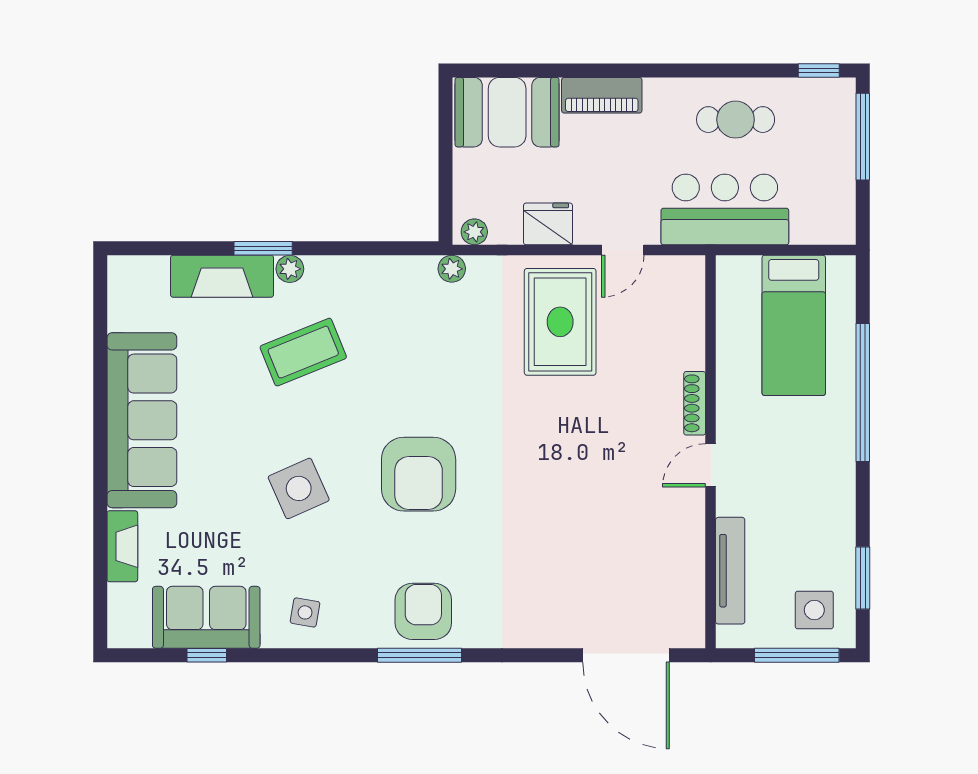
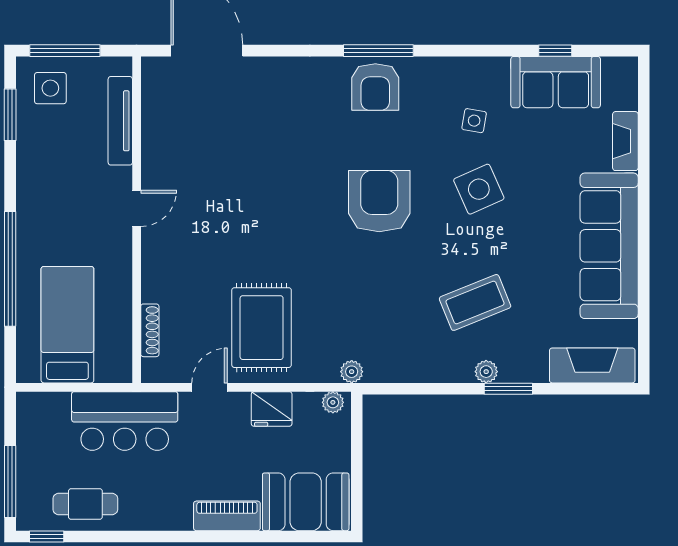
cafe table: (736, 120) -> (85, 504), moved
fireplace: (222, 276) -> (592, 365), moved
shoe rack: (695, 403) -> (150, 330), moved
side table: (305, 612) -> (474, 121), moved

